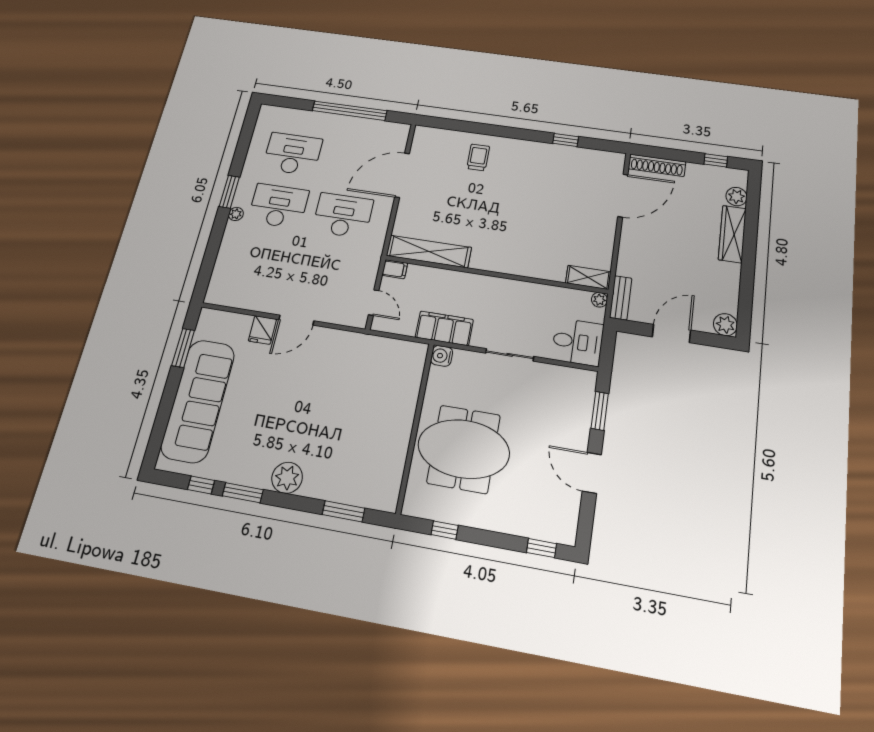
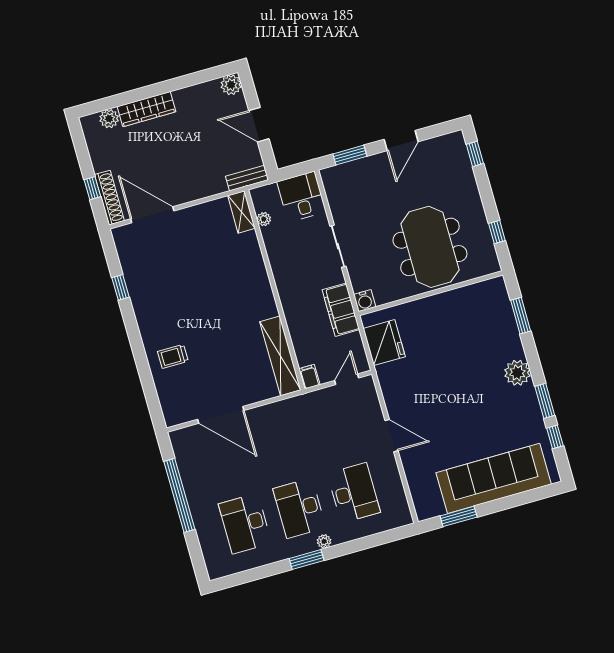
window: (716, 160) -> (92, 188), moved
desk: (343, 215) -> (354, 493), moved, turned 180
plant: (599, 300) -> (264, 219), moved
fridge: (262, 330) -> (384, 343), moved, width x1.88, depth x1.34

